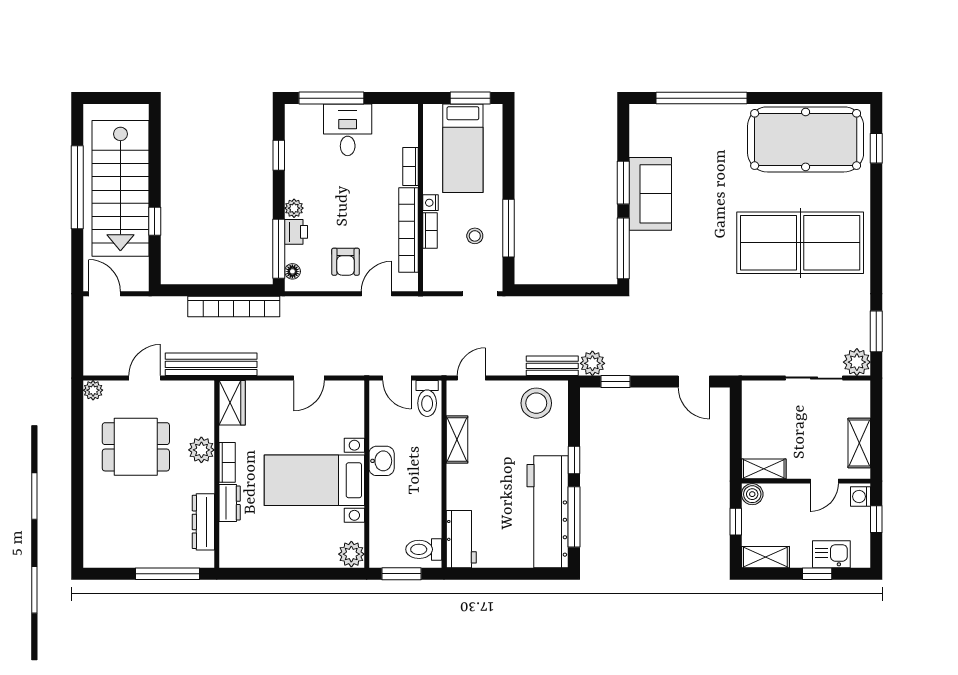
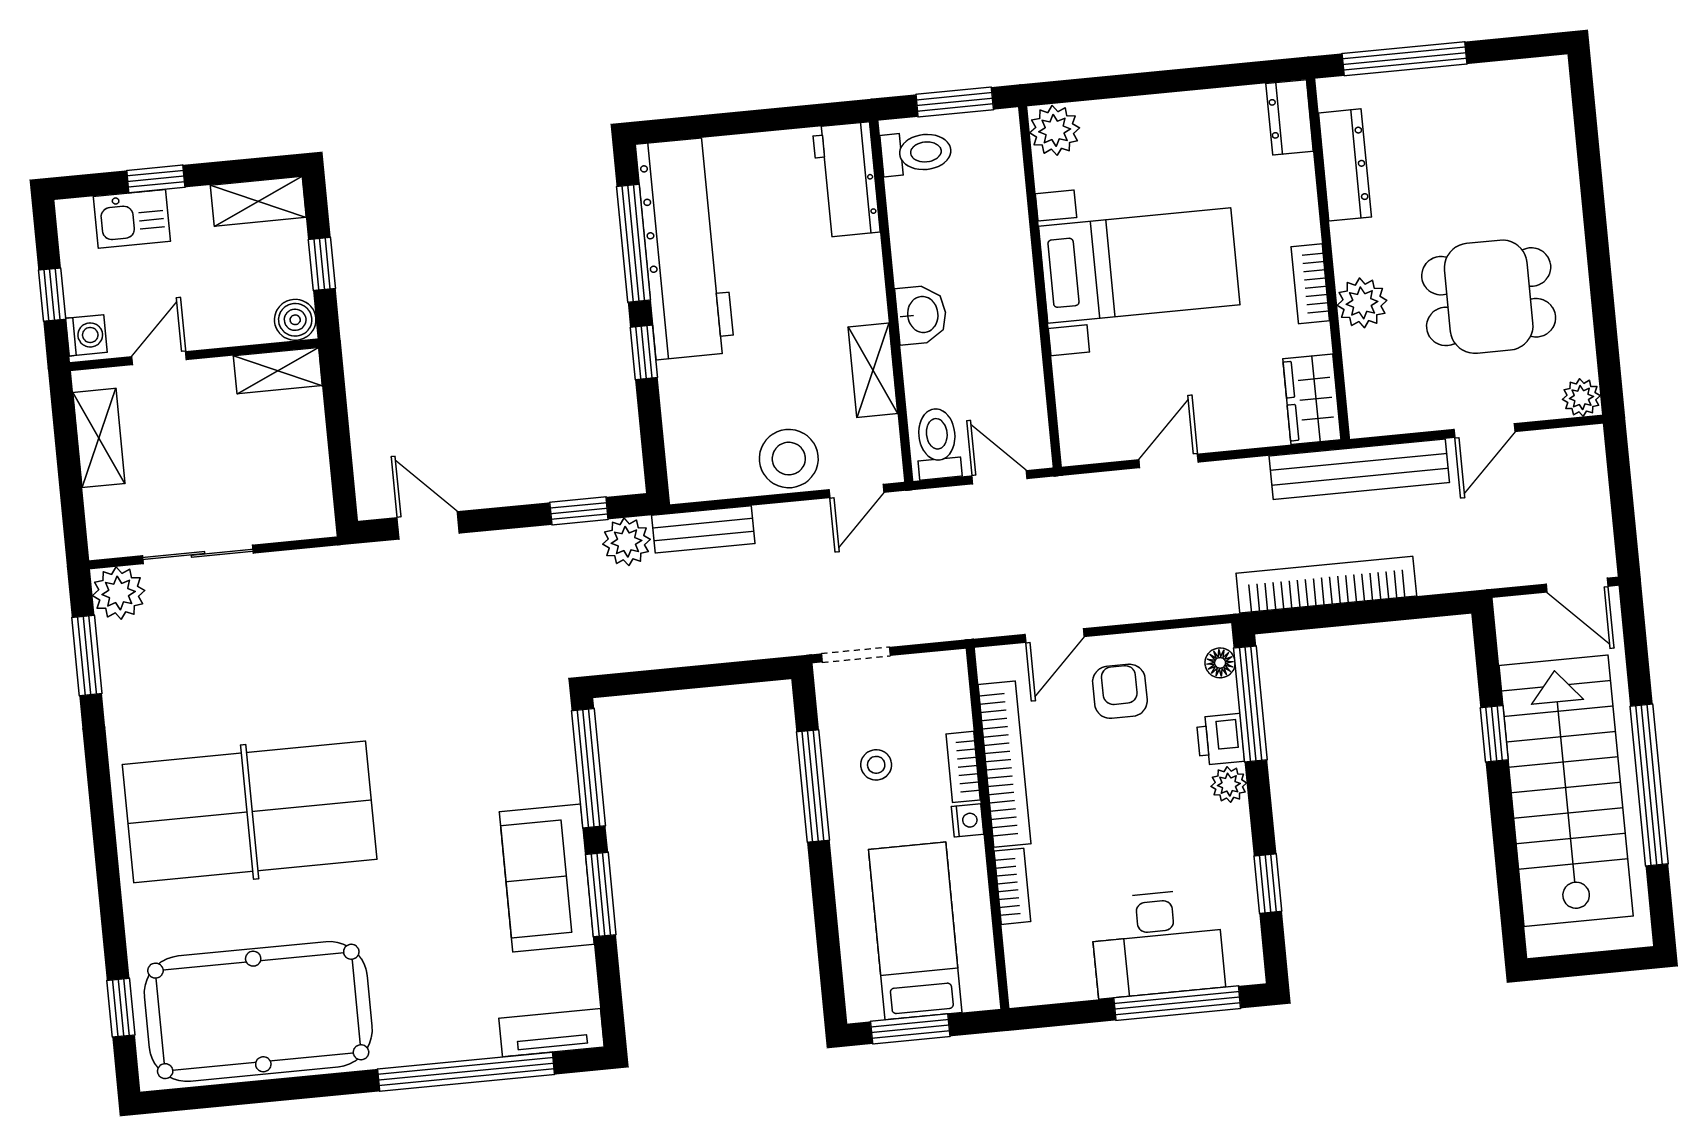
tv unit: (655, 114) -> (551, 1033), added
desk: (348, 130) -> (1157, 943), width x1.37
stool: (536, 403) -> (789, 459), moved
washbasin: (382, 461) -> (921, 315), moved, turned 180
dresser: (230, 503) -> (1290, 117), moved

